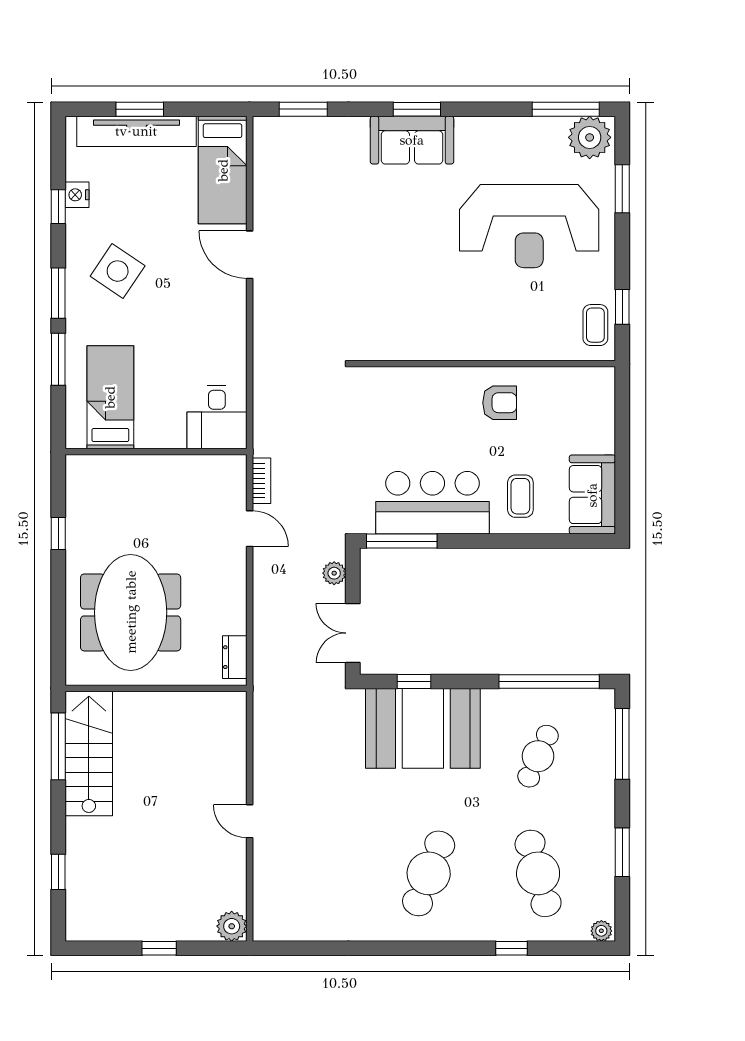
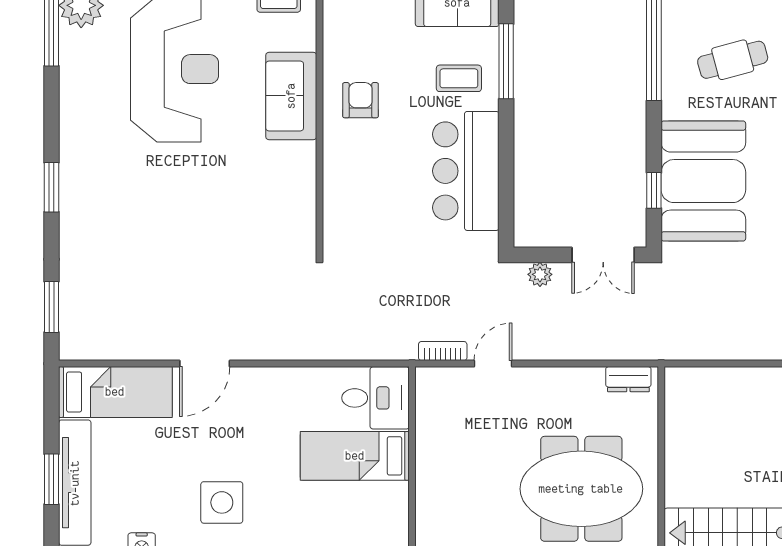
sofa: (412, 140) -> (291, 96), moved, turned 180
side table: (118, 271) -> (222, 502), turned -34
bed: (110, 397) -> (355, 456), moved
window: (402, 541) -> (506, 61), moved
cafe table: (538, 756) -> (733, 60), turned -39

